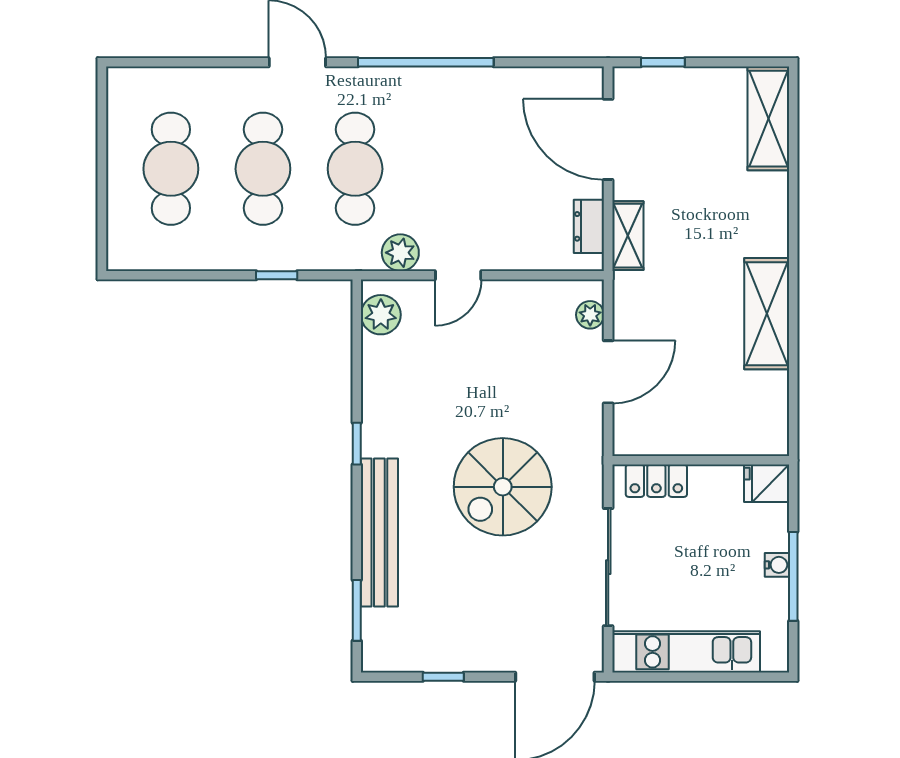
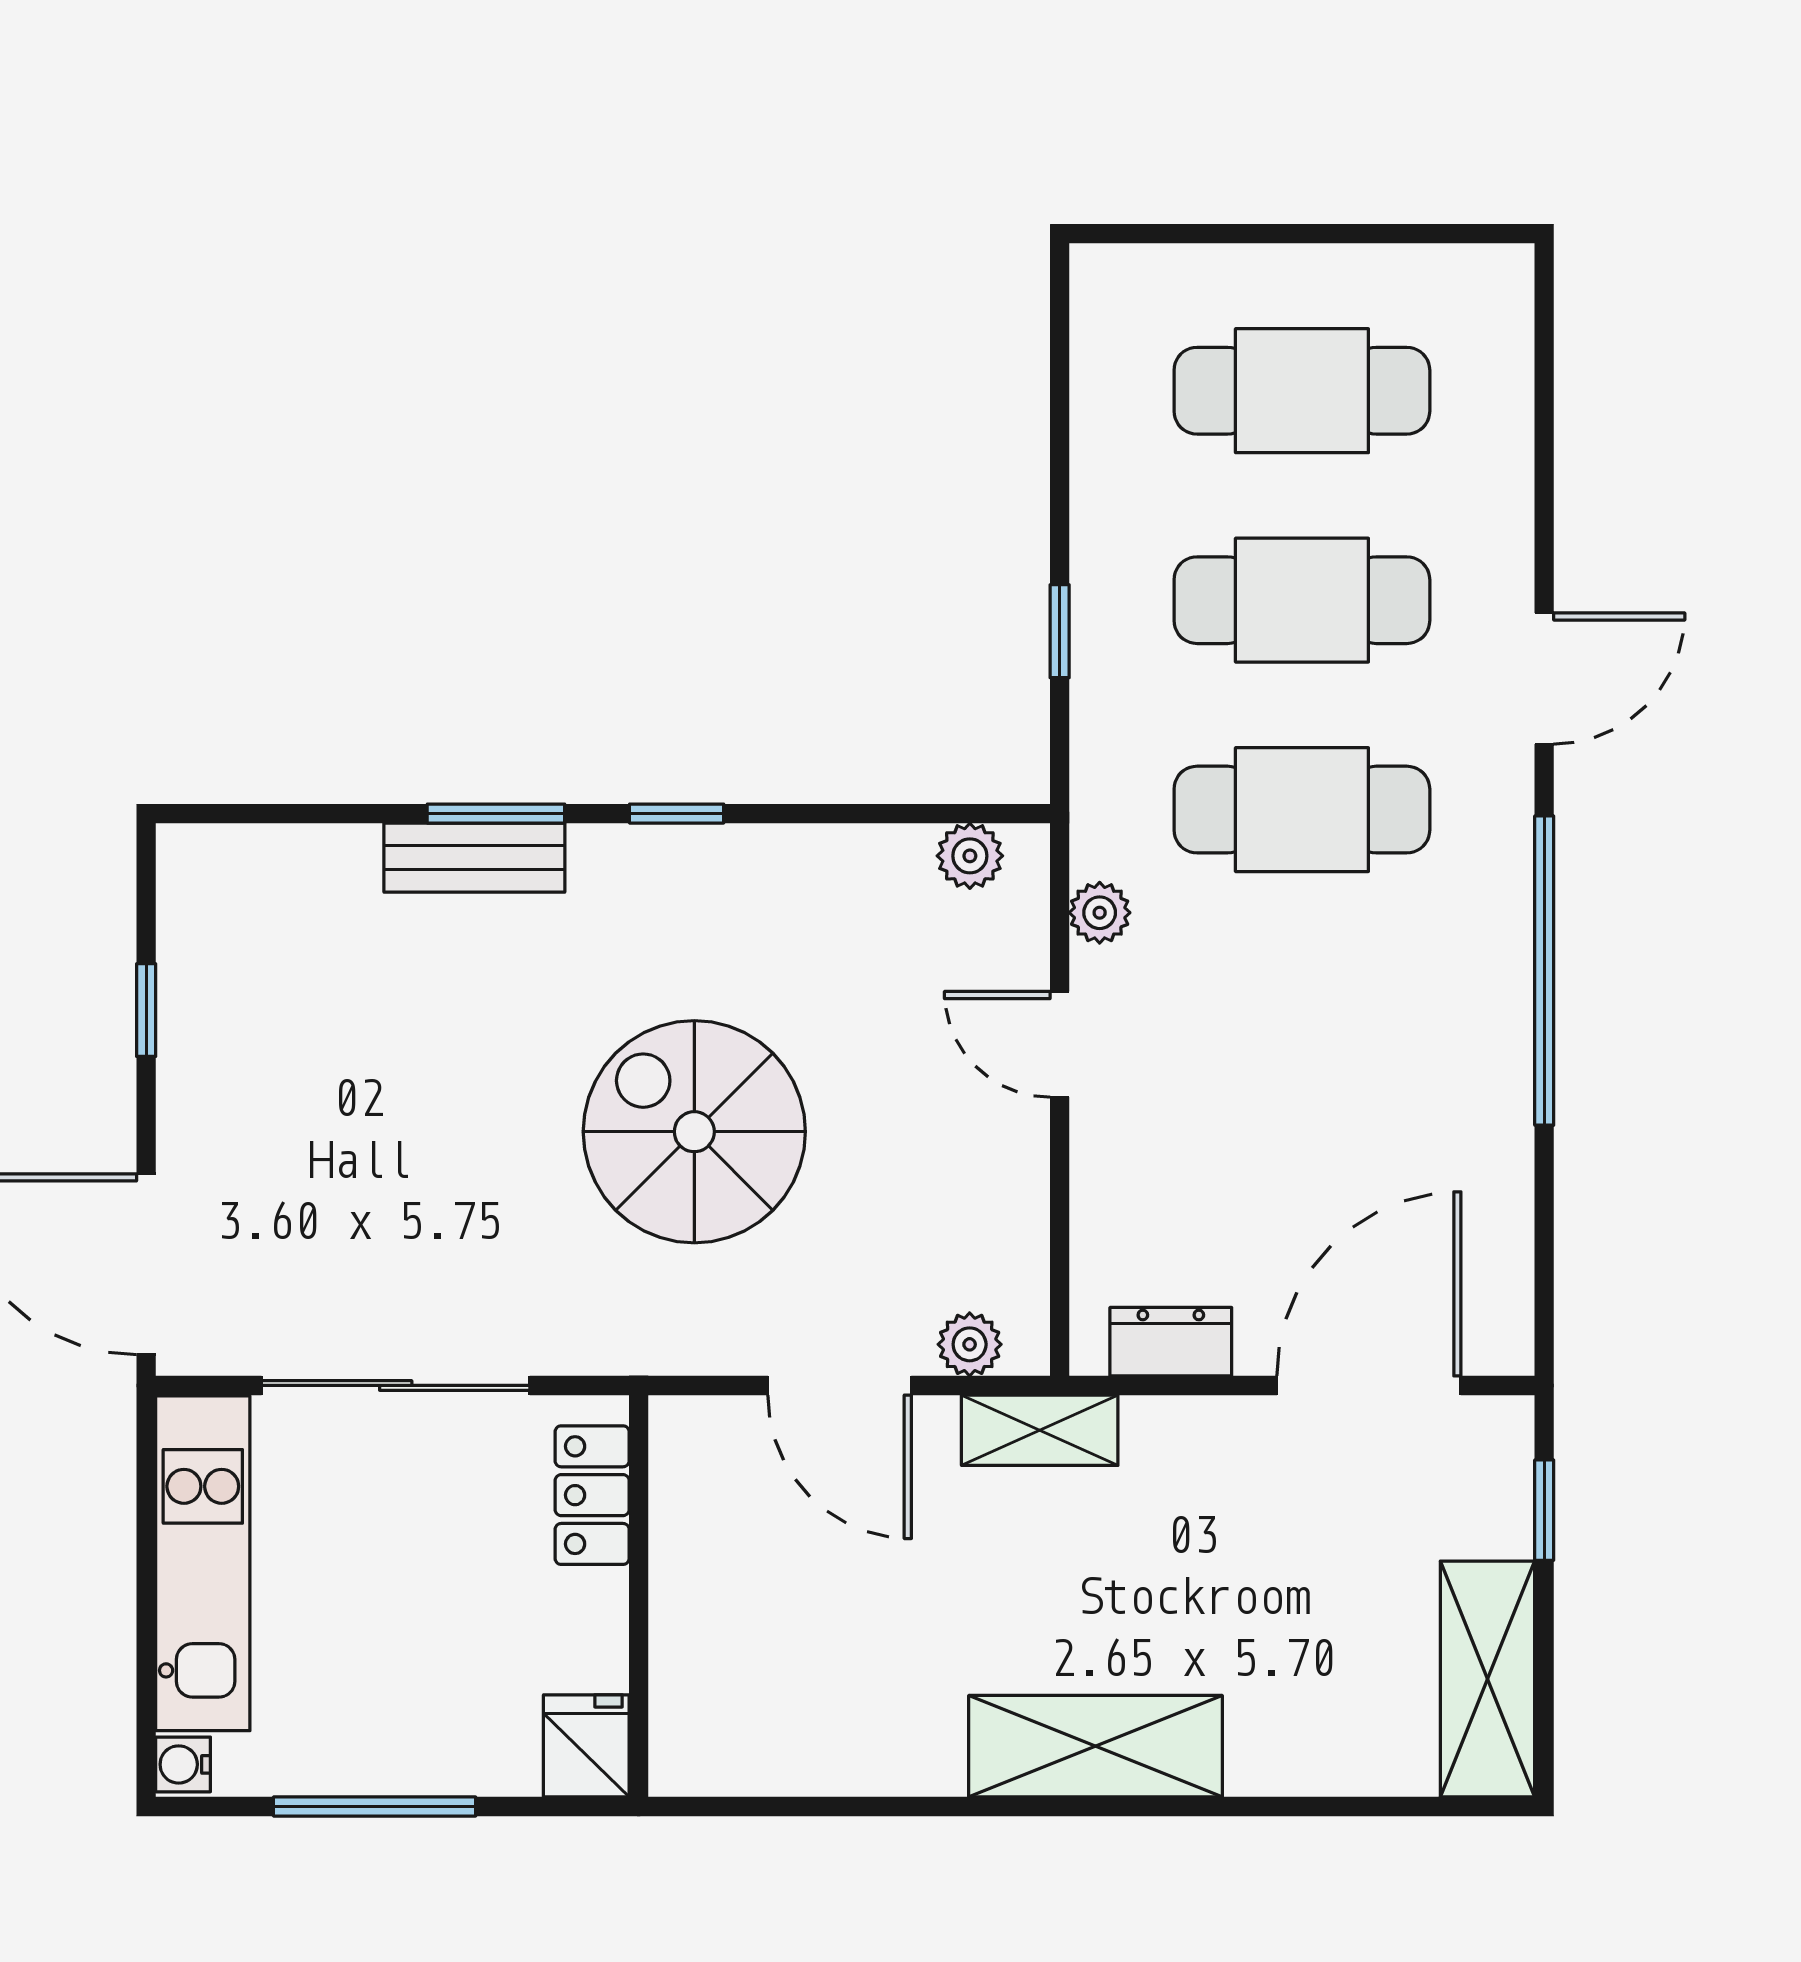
shelving: (768, 119) -> (1487, 1679), moved, turned 90
shelving: (628, 236) -> (1040, 1430), moved
plant: (400, 253) -> (1100, 913), width x0.73, depth x0.73
shelving: (767, 314) -> (1095, 1746), moved
plant: (381, 315) -> (970, 856), width x0.73, depth x0.73
spiral stairs: (503, 487) -> (694, 1132), moved
bench: (379, 533) -> (474, 858), width x0.54, depth x0.82
water cooler: (777, 565) -> (183, 1764), moved, turned 90
window: (357, 610) -> (496, 814), moved

